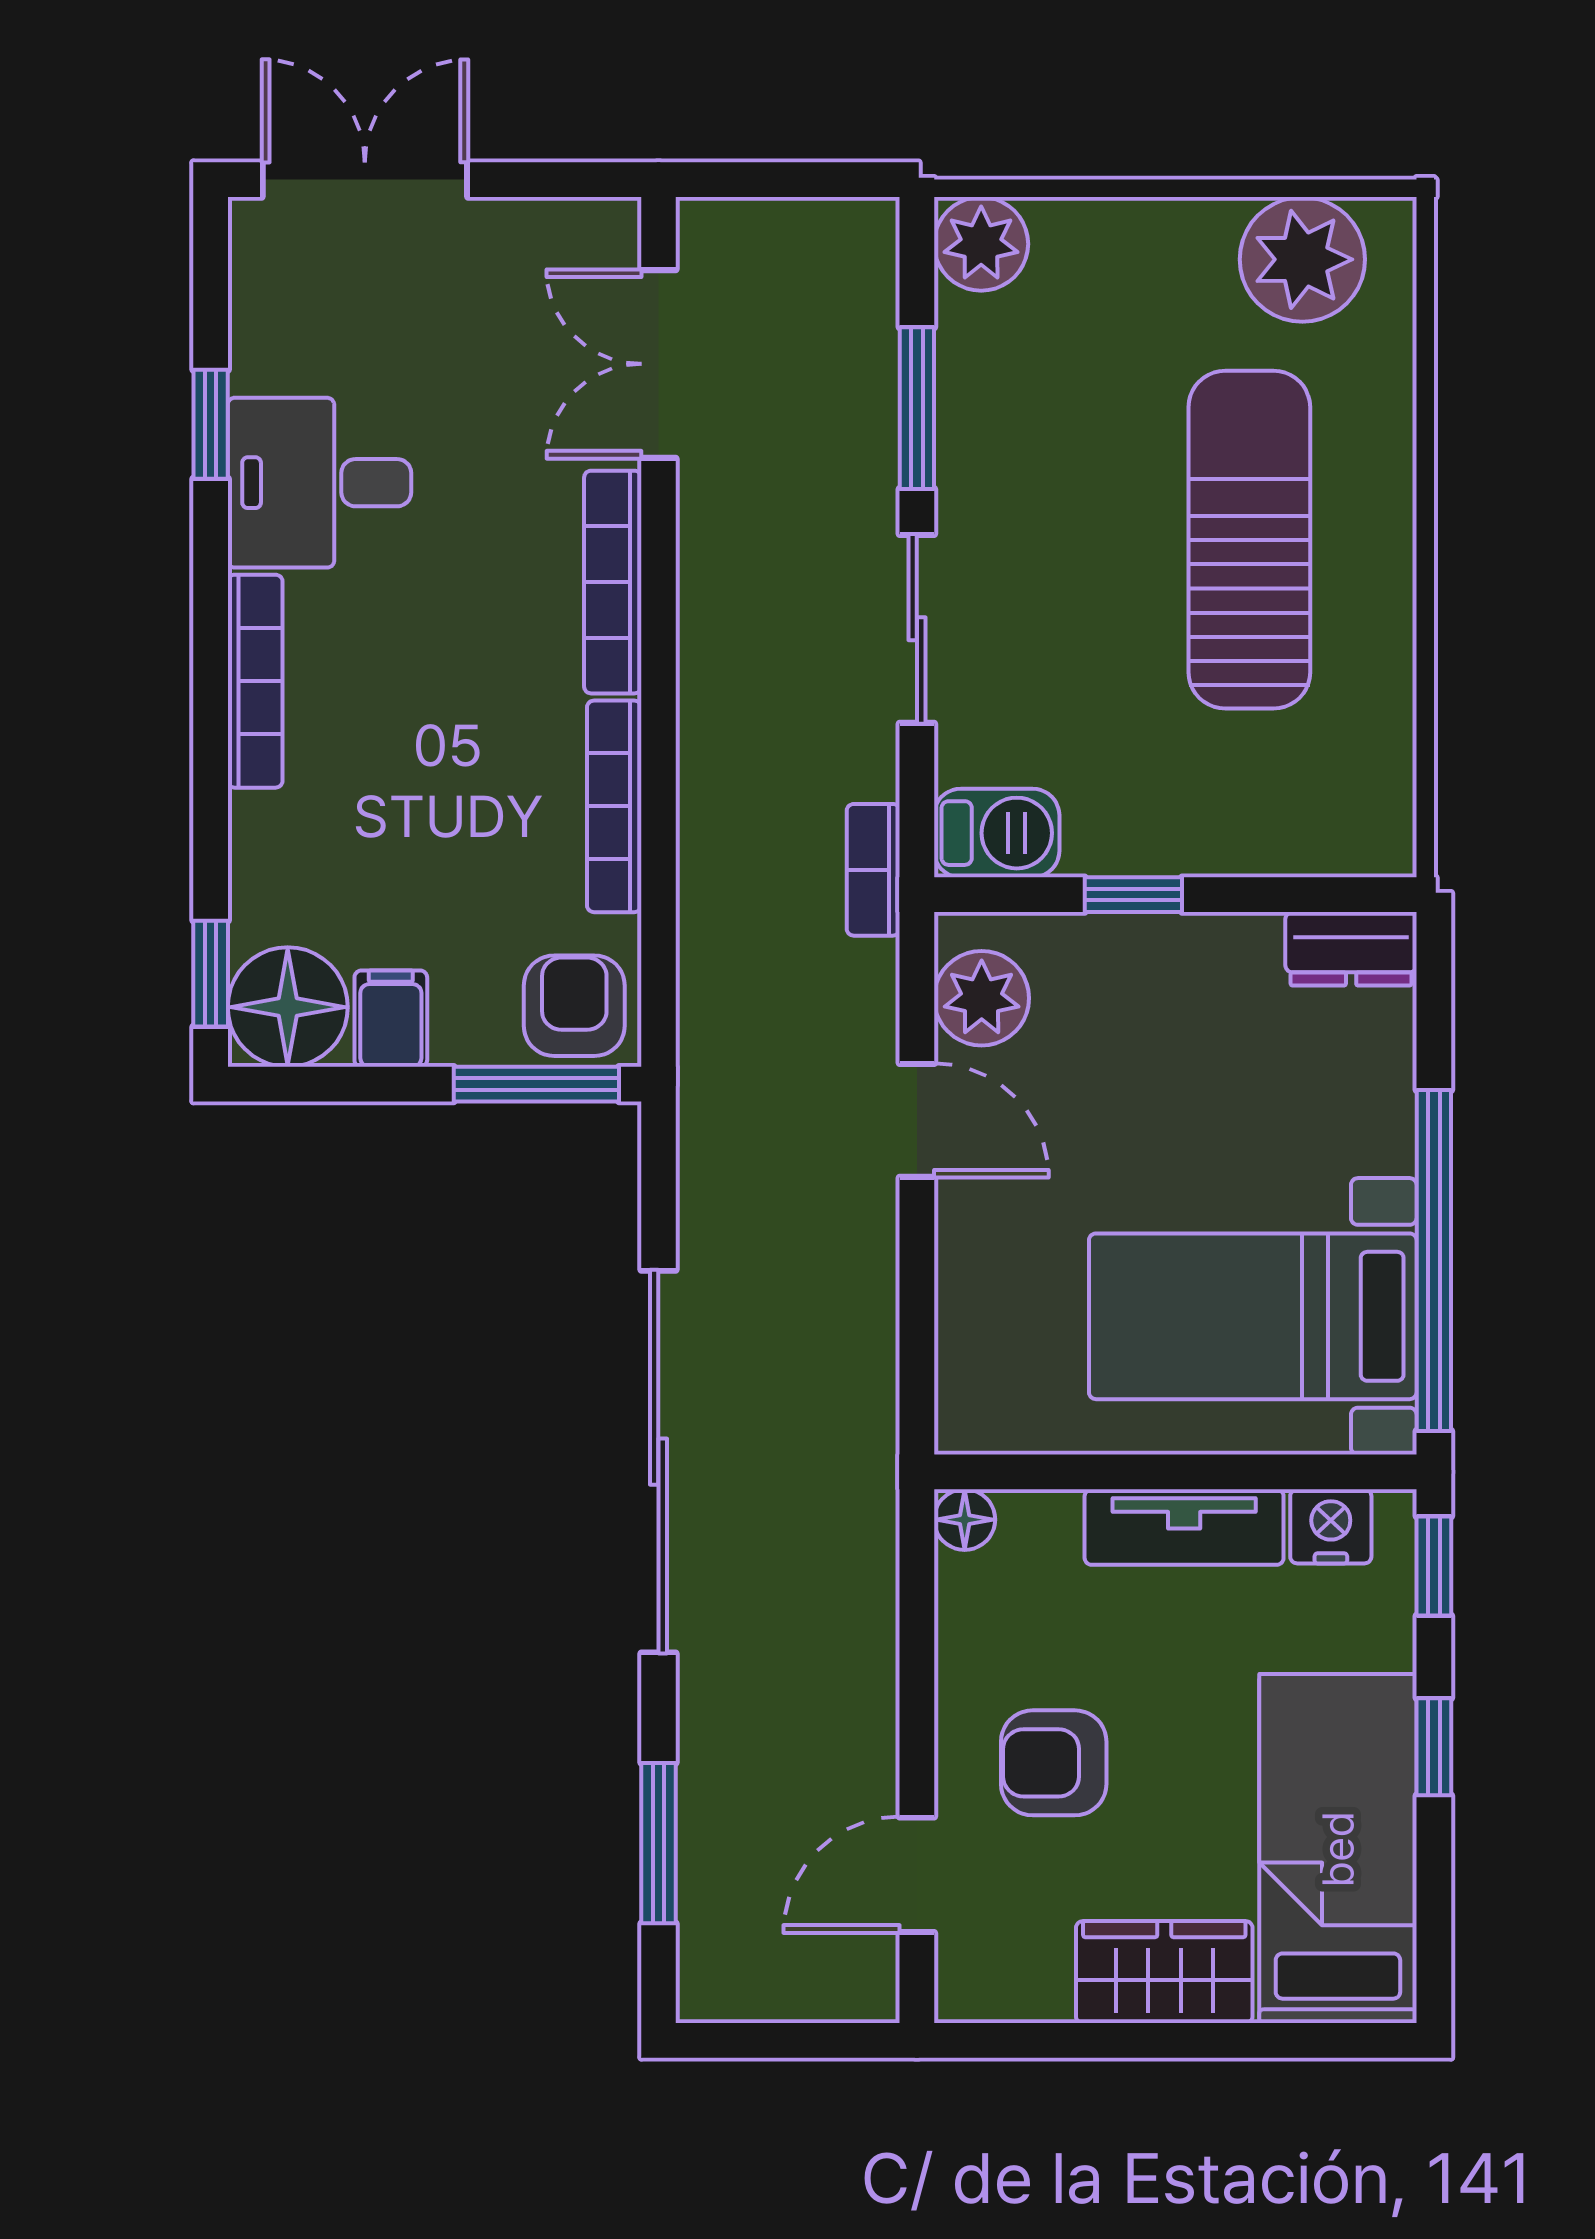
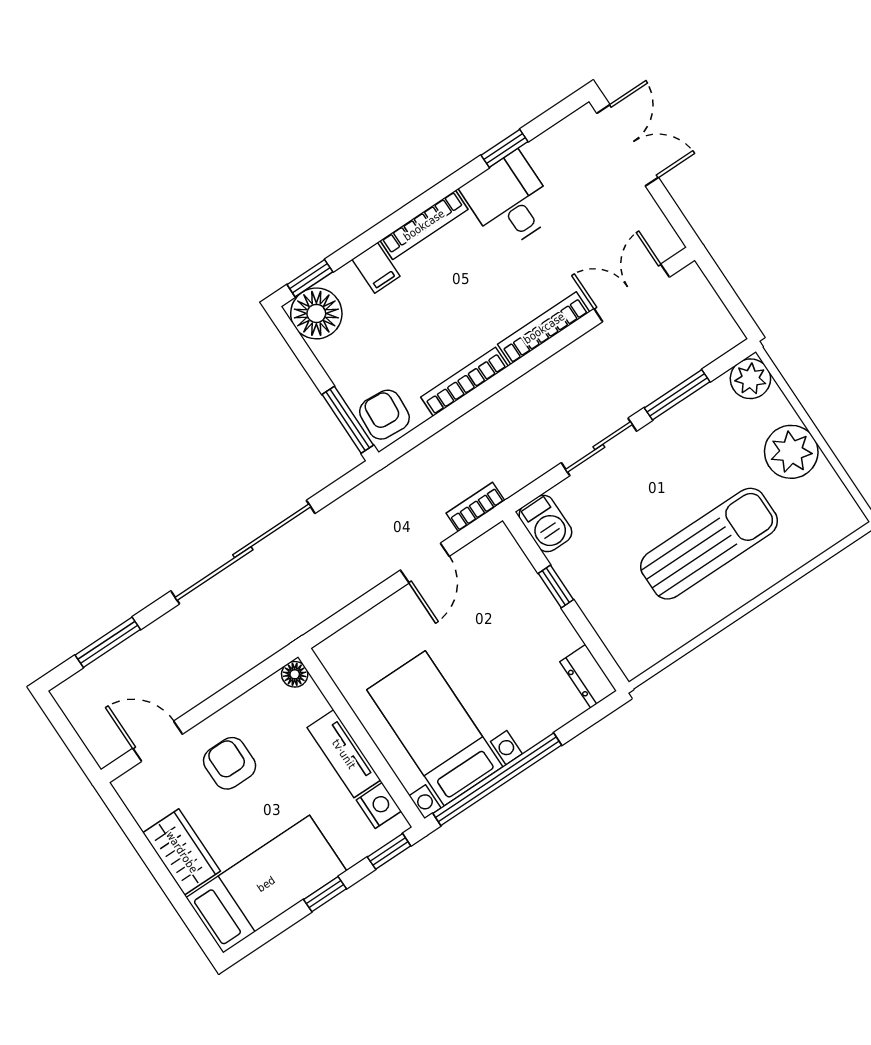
plant: (1302, 259) -> (791, 452), moved
bookcase: (873, 870) -> (475, 507), moved
plant: (982, 998) -> (483, 557), removed
armchair: (574, 1006) -> (384, 415), turned -86
filing cabinet: (391, 1019) -> (376, 268), moved, turned 90

